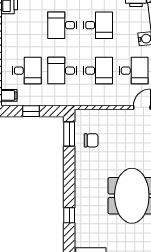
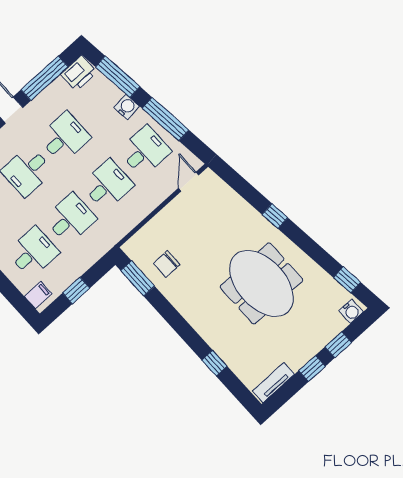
desk: (62, 71) -> (70, 219), turned 180
chair: (91, 140) -> (167, 264), turned 180

